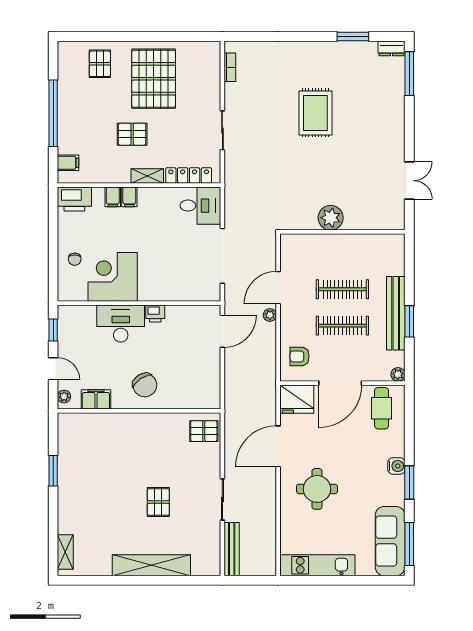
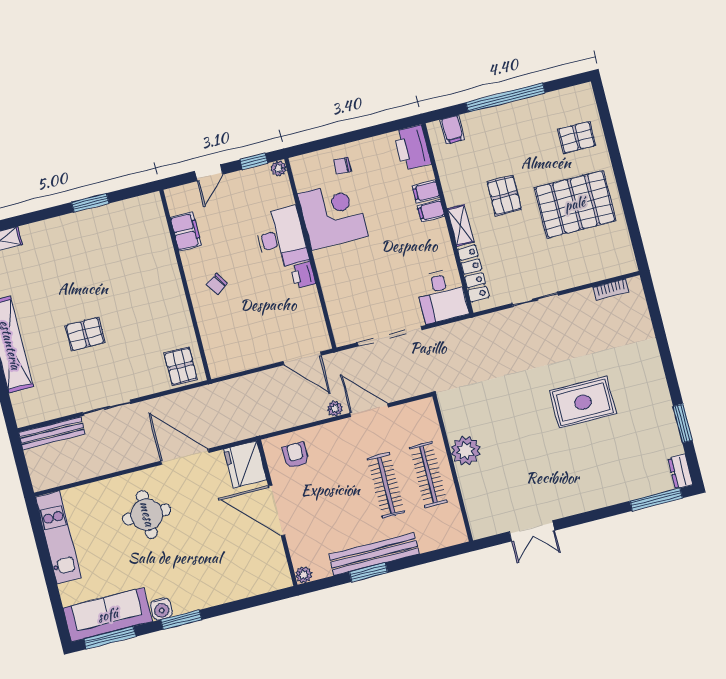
clothes rail: (342, 326) -> (428, 475), moved
chair: (145, 385) -> (217, 284), width x0.54, depth x0.54
plant: (64, 396) -> (279, 169), moved
cafe table: (382, 408) -> (259, 566), removed
water cooler: (396, 466) -> (161, 609), moved

